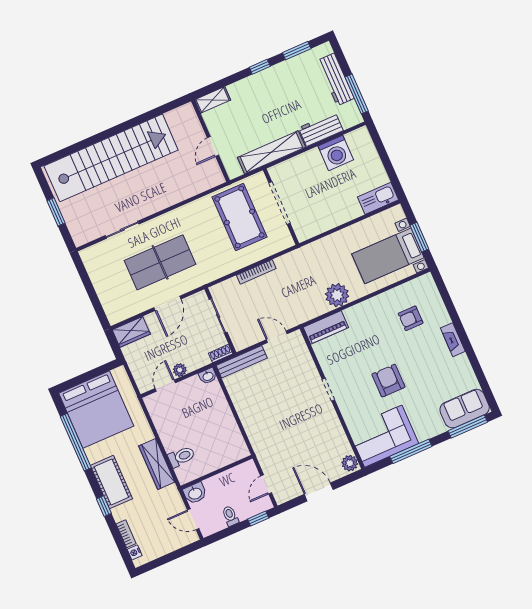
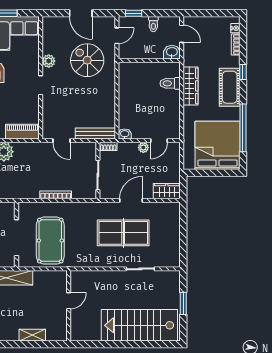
wall: (211, 141) -> (69, 306), moved
door: (213, 146) -> (69, 301), moved
stairs: (111, 158) -> (139, 325), width x0.73
spiral stairs: (288, 442) -> (87, 60), added
plant: (350, 463) -> (49, 61), moved

